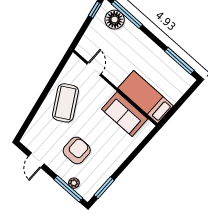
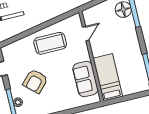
coffee table: (65, 103) -> (50, 43), turned 30
armchair: (77, 150) -> (35, 81), turned 133

